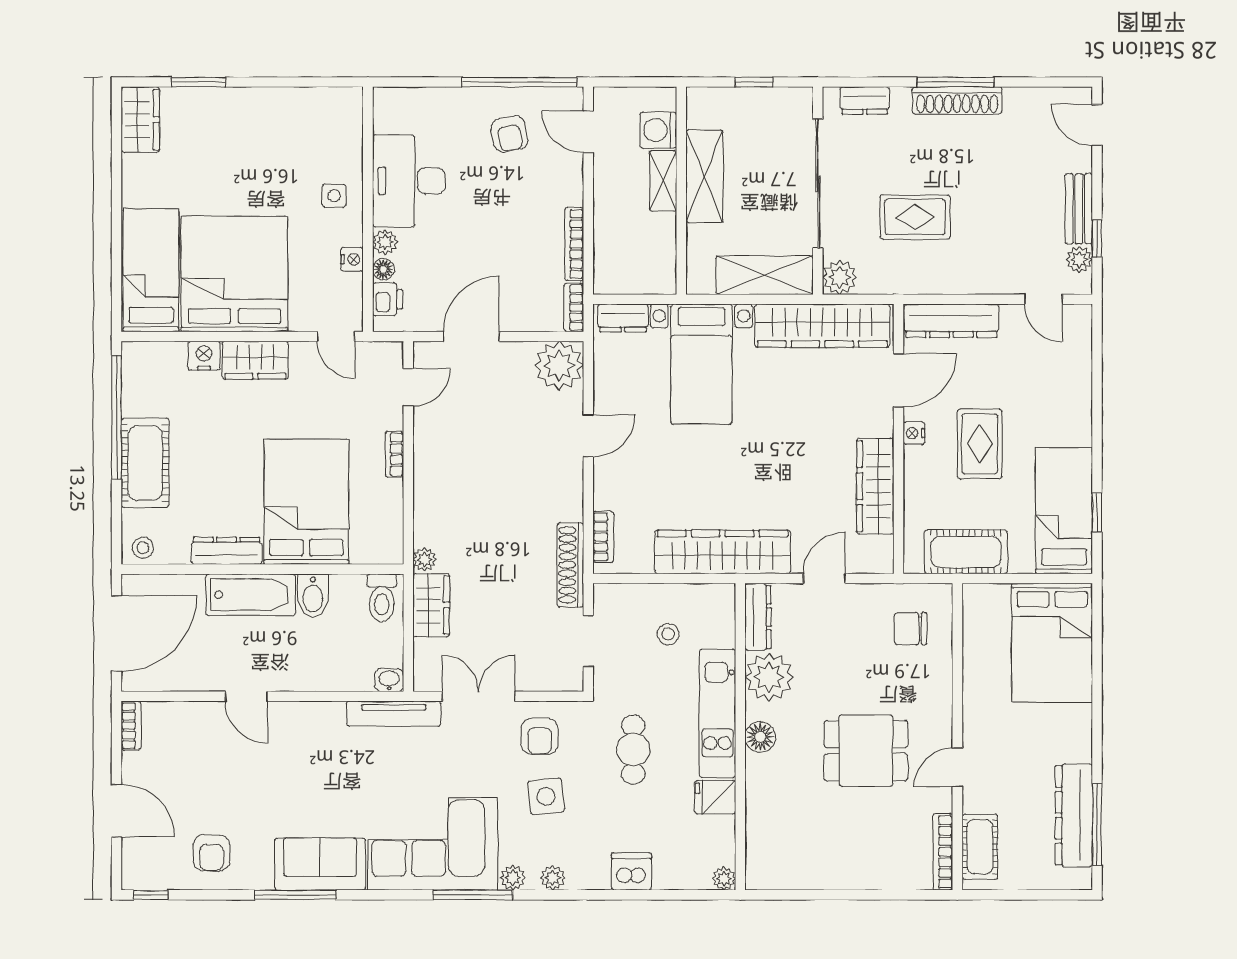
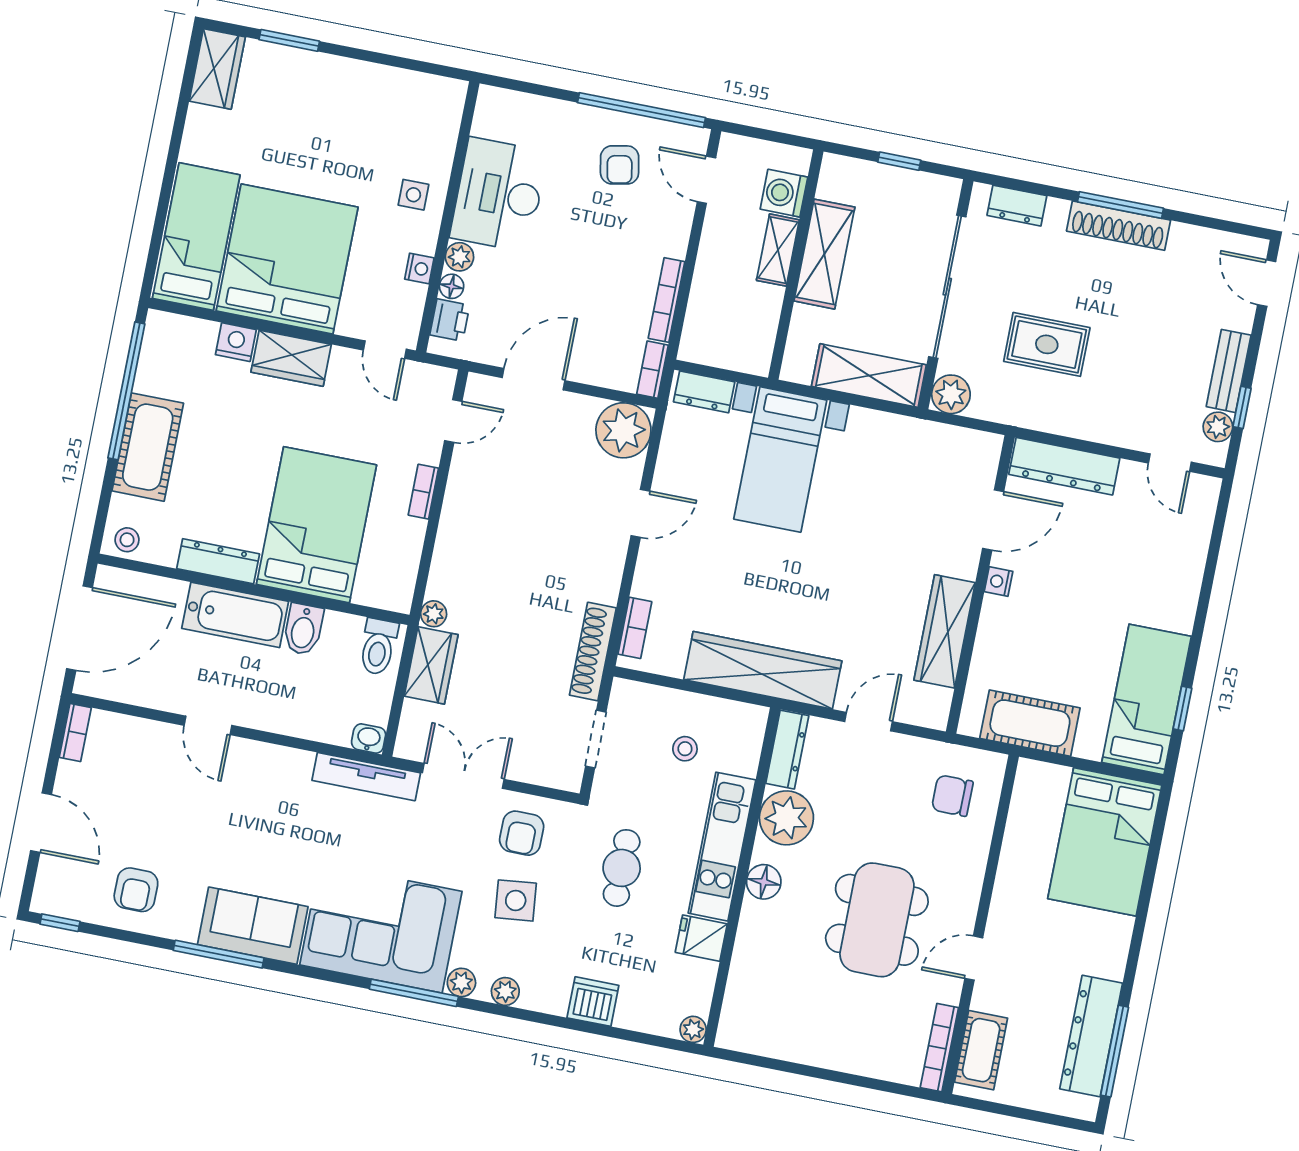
wardrobe: (822, 326) -> (921, 444), removed
rug: (980, 444) -> (1069, 608), removed
dining table: (866, 751) -> (877, 920), width x1.37

